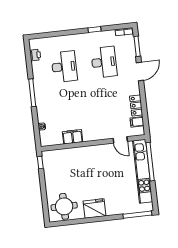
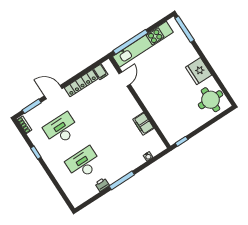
printer: (35, 55) -> (102, 184), moved
locker: (136, 105) -> (81, 83), width x1.53

